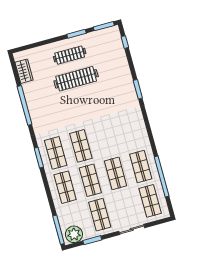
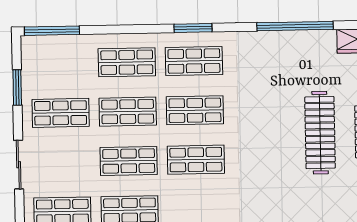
shop shelf: (106, 139) -> (196, 160), added
plant: (74, 234) -> (36, 57), removed

